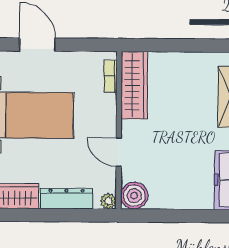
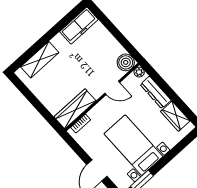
door: (119, 152) -> (112, 88), hinge flipped

